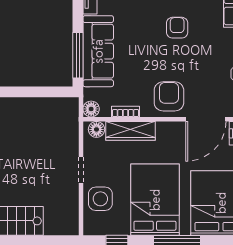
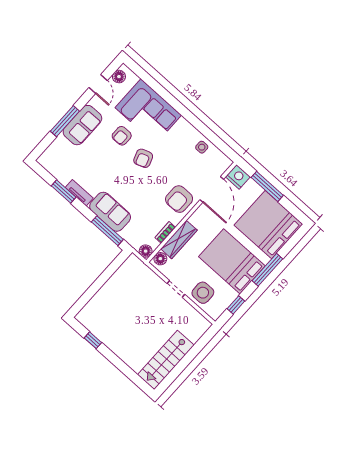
armchair: (177, 28) -> (143, 158), turned -109
sofa: (98, 51) -> (110, 212), width x0.73
armchair: (169, 96) -> (179, 199), turned -90

